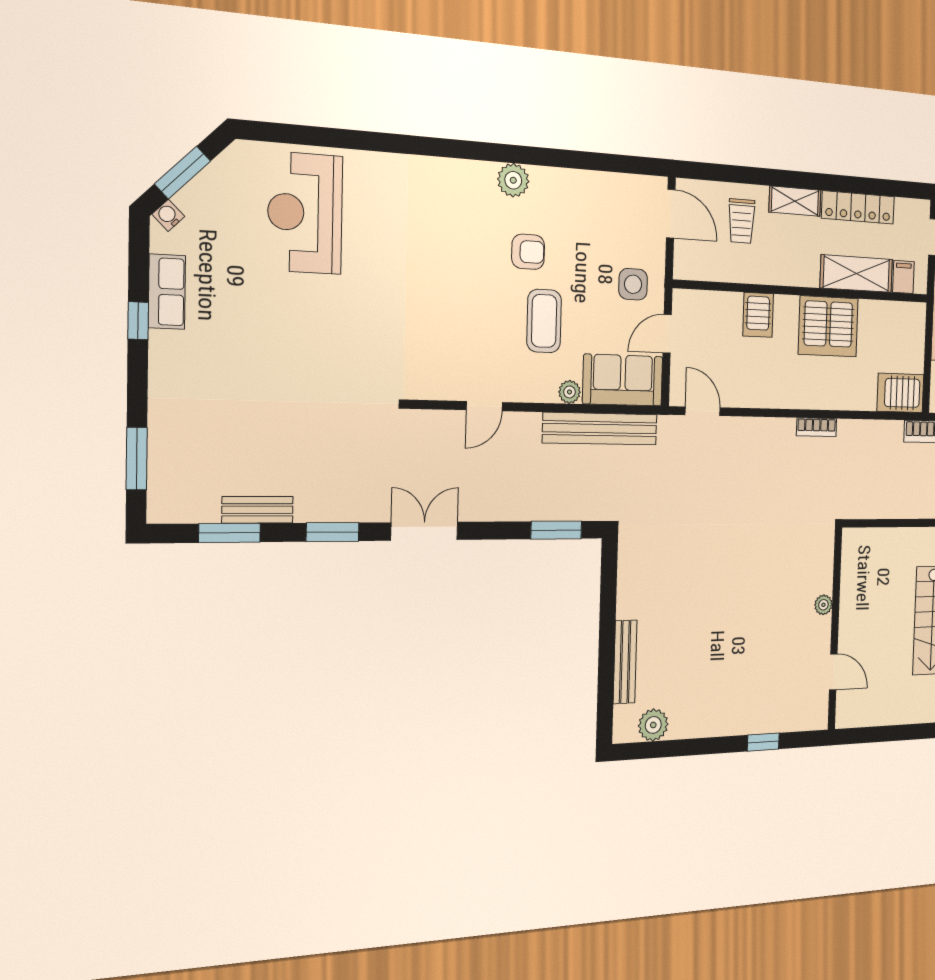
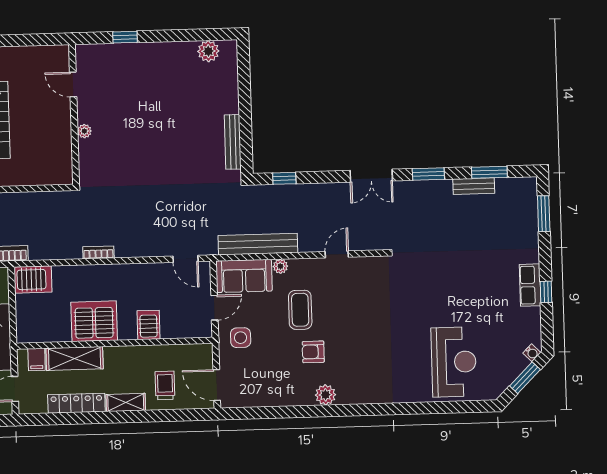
row of seats: (167, 292) -> (530, 285), moved
window: (556, 530) -> (284, 178), width x0.67
bench: (625, 662) -> (233, 142), moved

